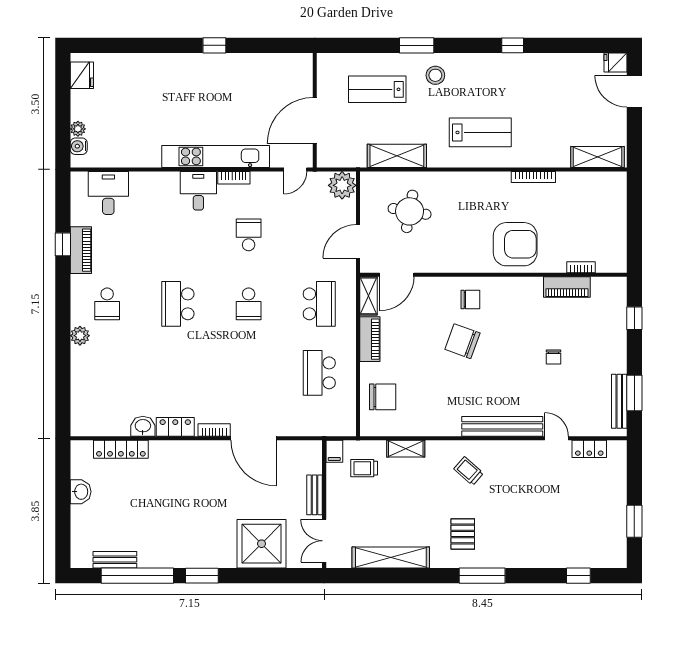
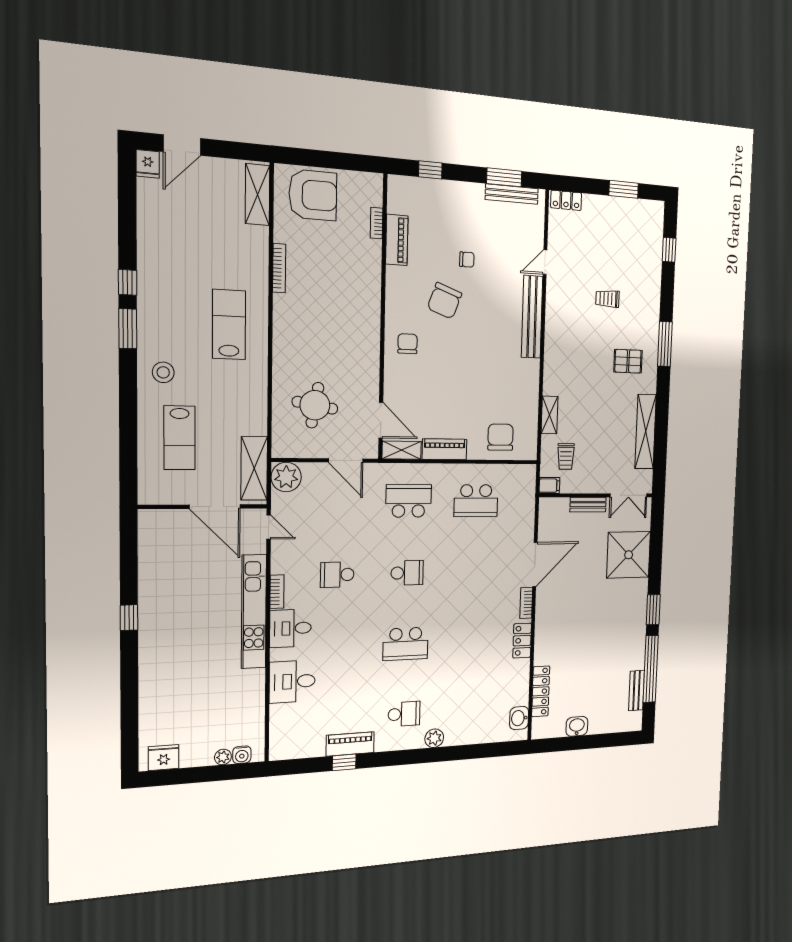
window: (417, 45) -> (128, 329), moved
shelving: (397, 156) -> (254, 468), moved
desk: (108, 193) -> (292, 682), moved
armchair: (515, 244) -> (313, 195), moved, turned 90
chair: (462, 341) -> (445, 301), moved
washbasin: (143, 426) -> (519, 718), moved
locker: (589, 449) -> (566, 200), moved, turned 90
trolley: (469, 471) -> (607, 299), moved, turned 49

